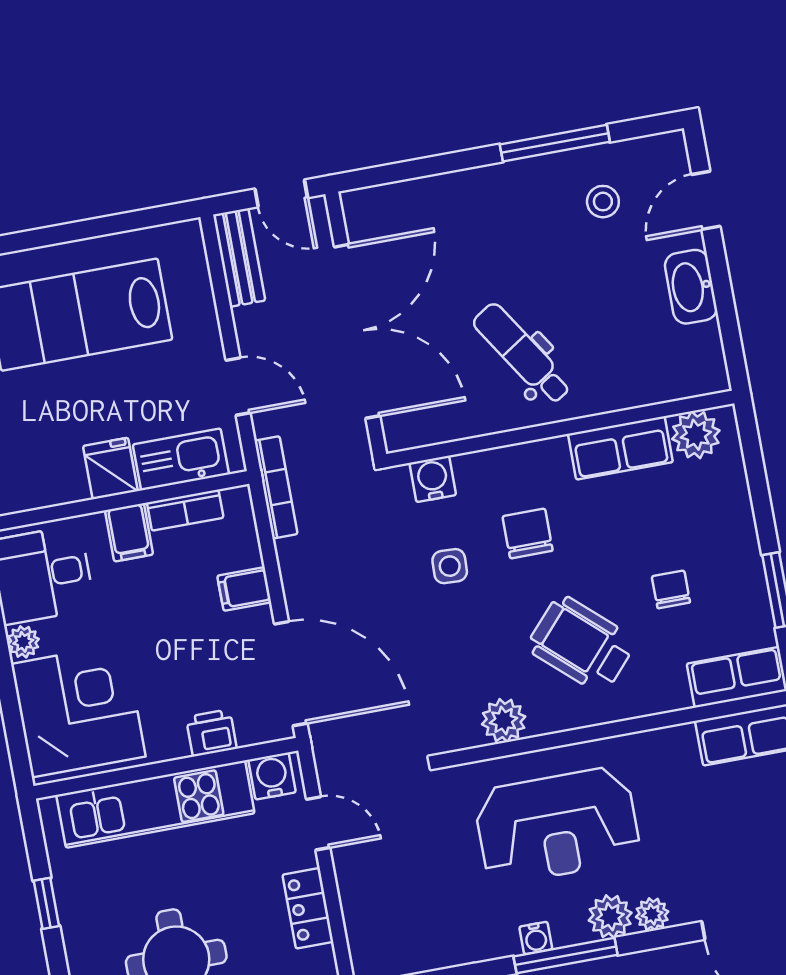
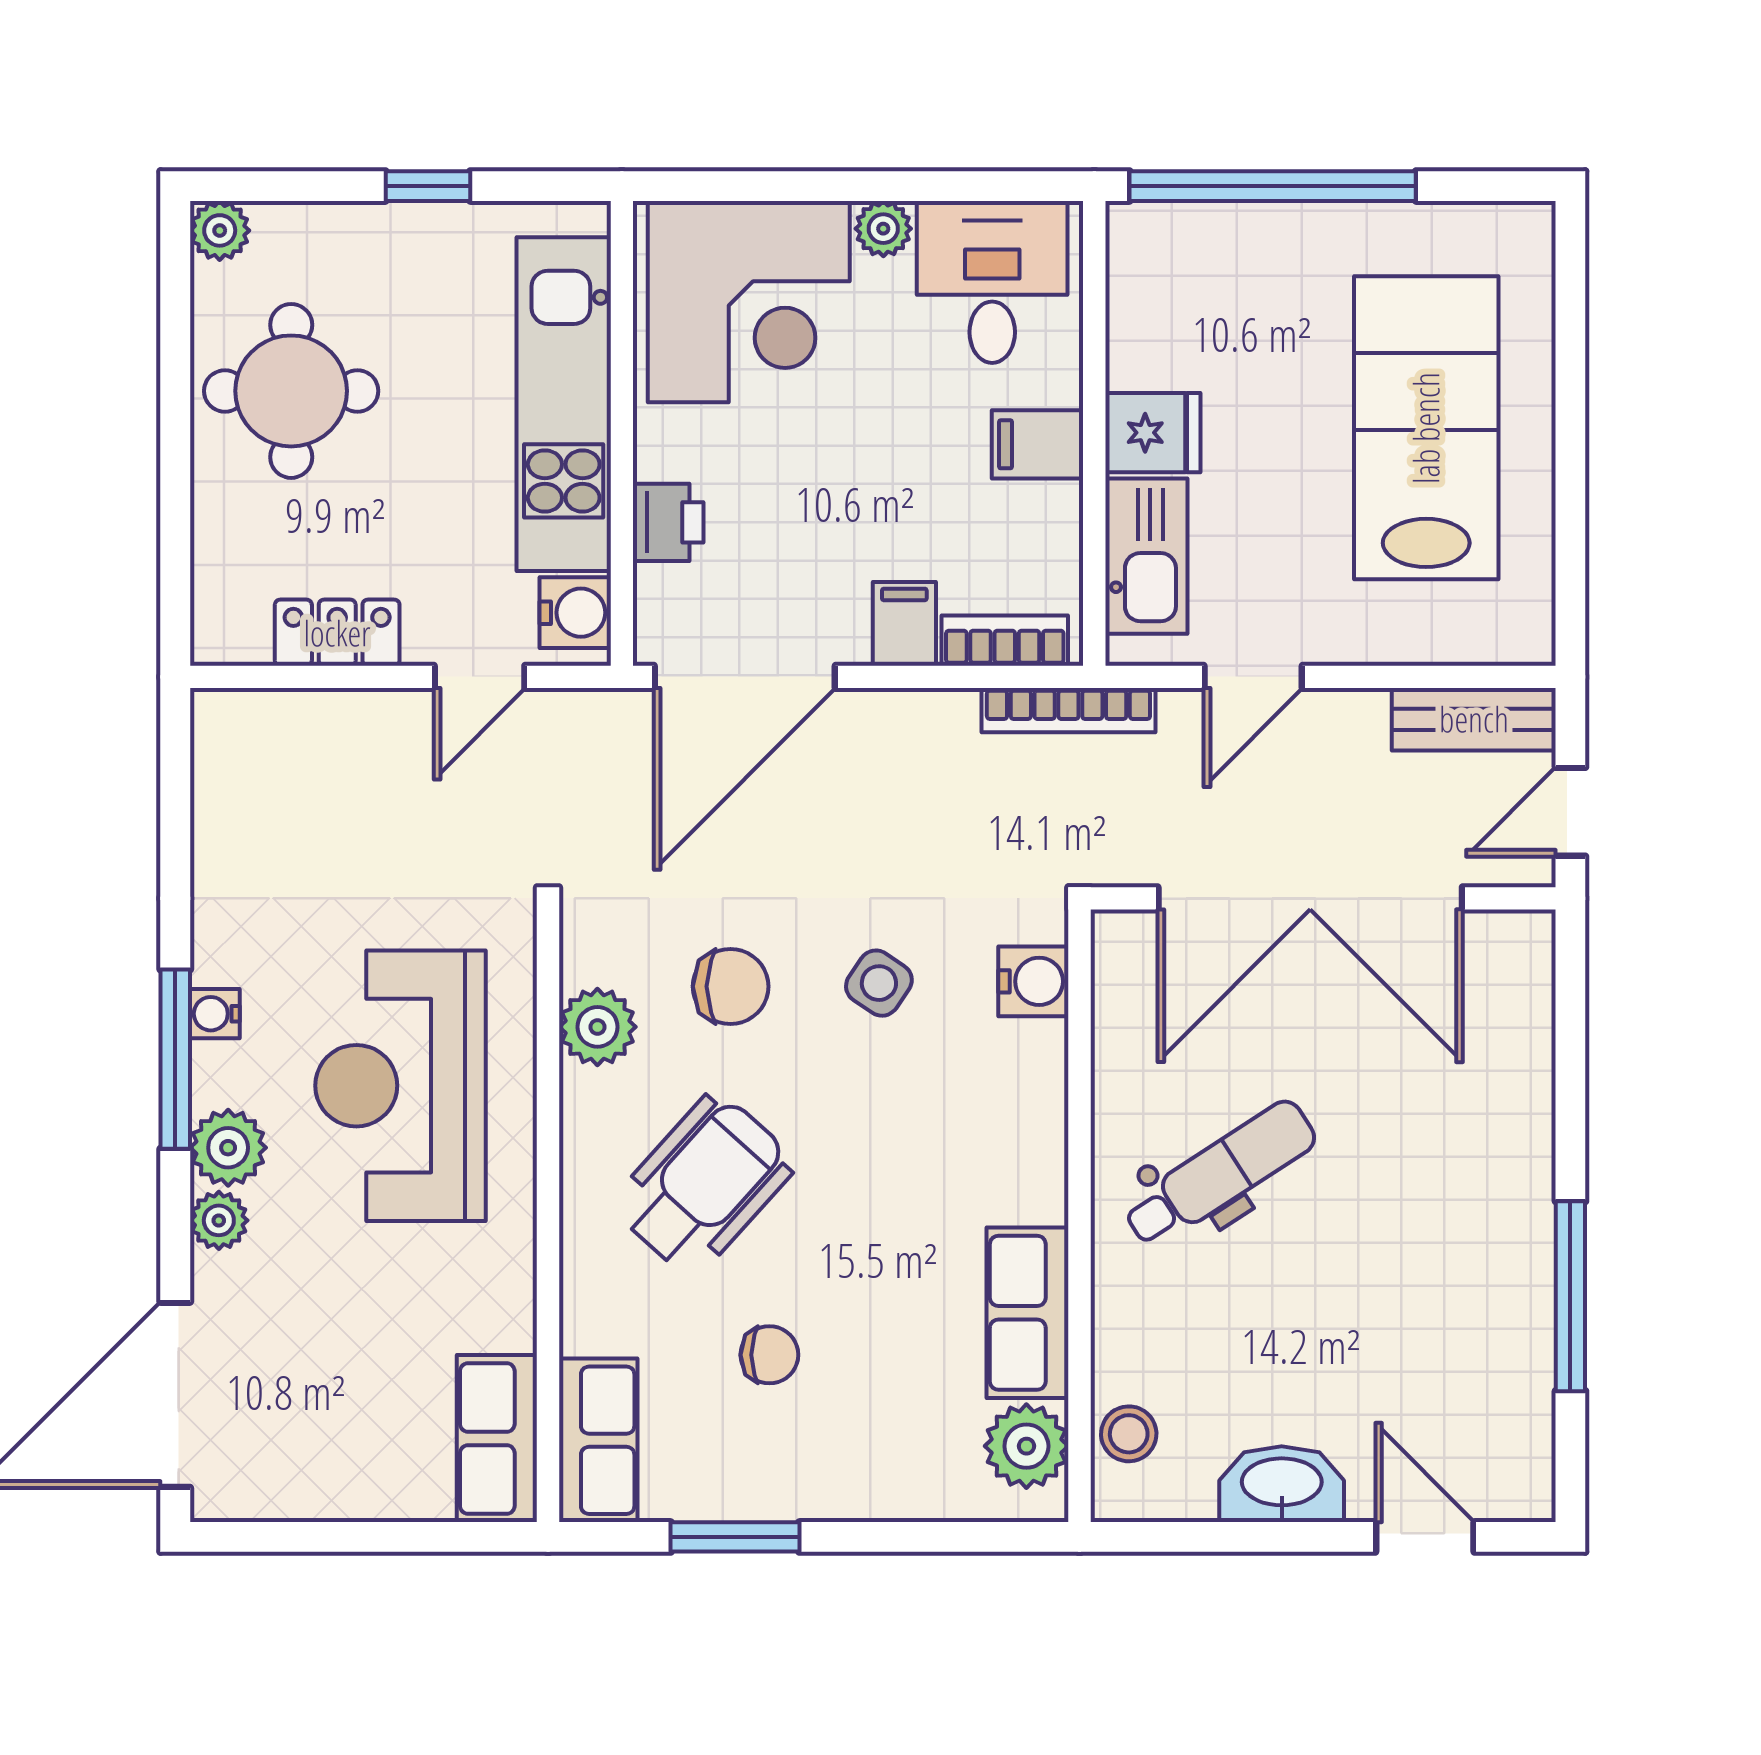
stool: (603, 202) -> (1129, 1434), moved
bookcase: (185, 510) -> (1005, 641), moved, turned 90
chair: (528, 533) -> (731, 986), moved
side table: (450, 566) -> (879, 983), turned 32

